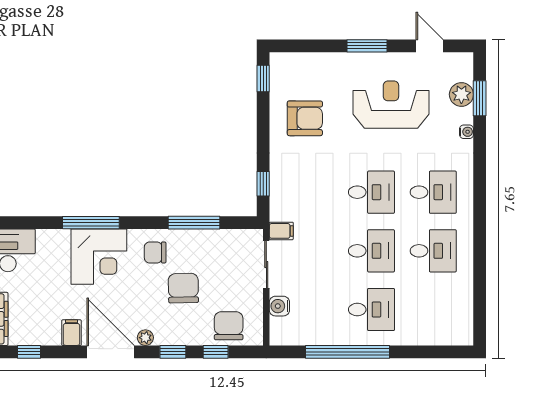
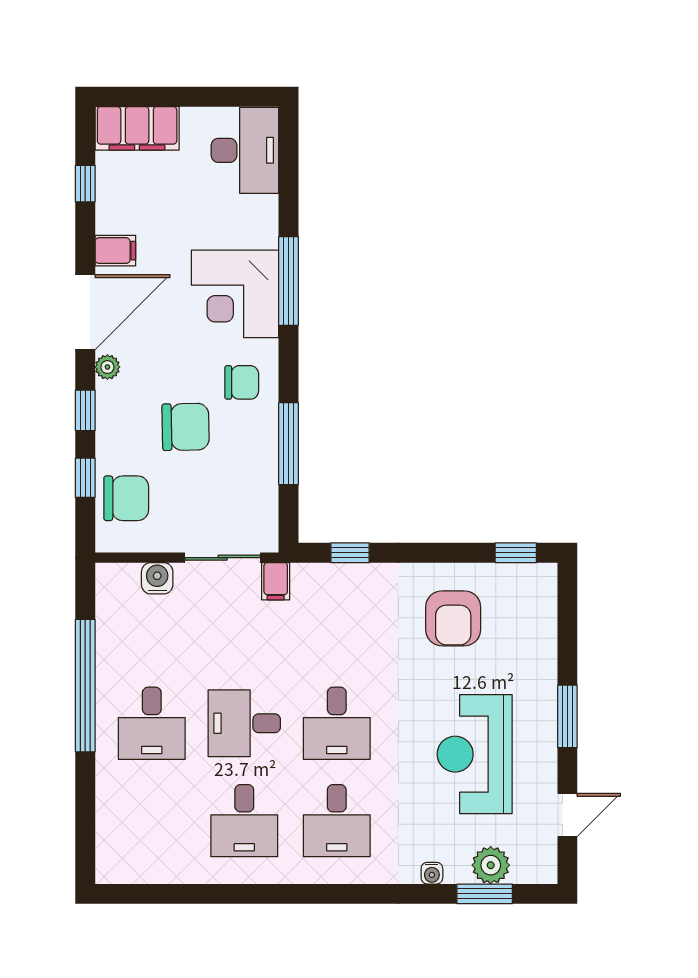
reception desk: (391, 105) -> (475, 754), turned 180
desk: (371, 251) -> (244, 723), turned 90
chair: (155, 252) -> (242, 382), turned 90

